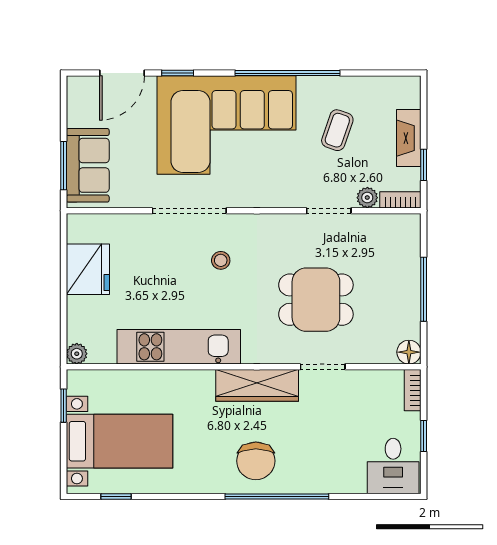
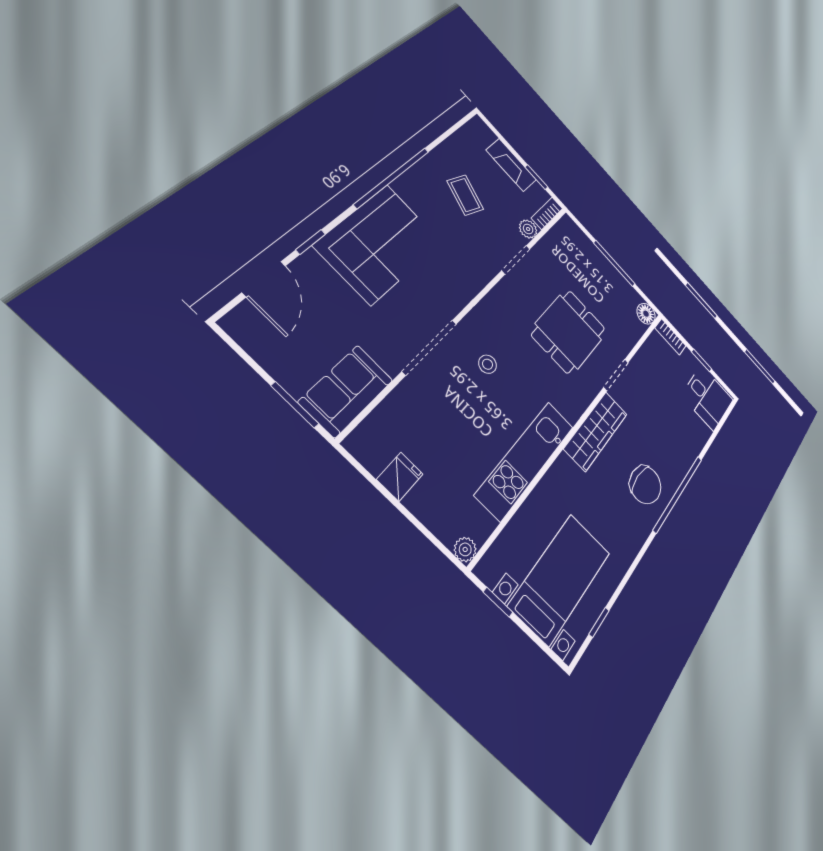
corner sofa: (227, 125) -> (379, 244), width x0.73, depth x0.74
sofa: (88, 165) -> (346, 391), moved, turned -90
fridge: (88, 269) -> (400, 477), width x0.53, depth x0.75

